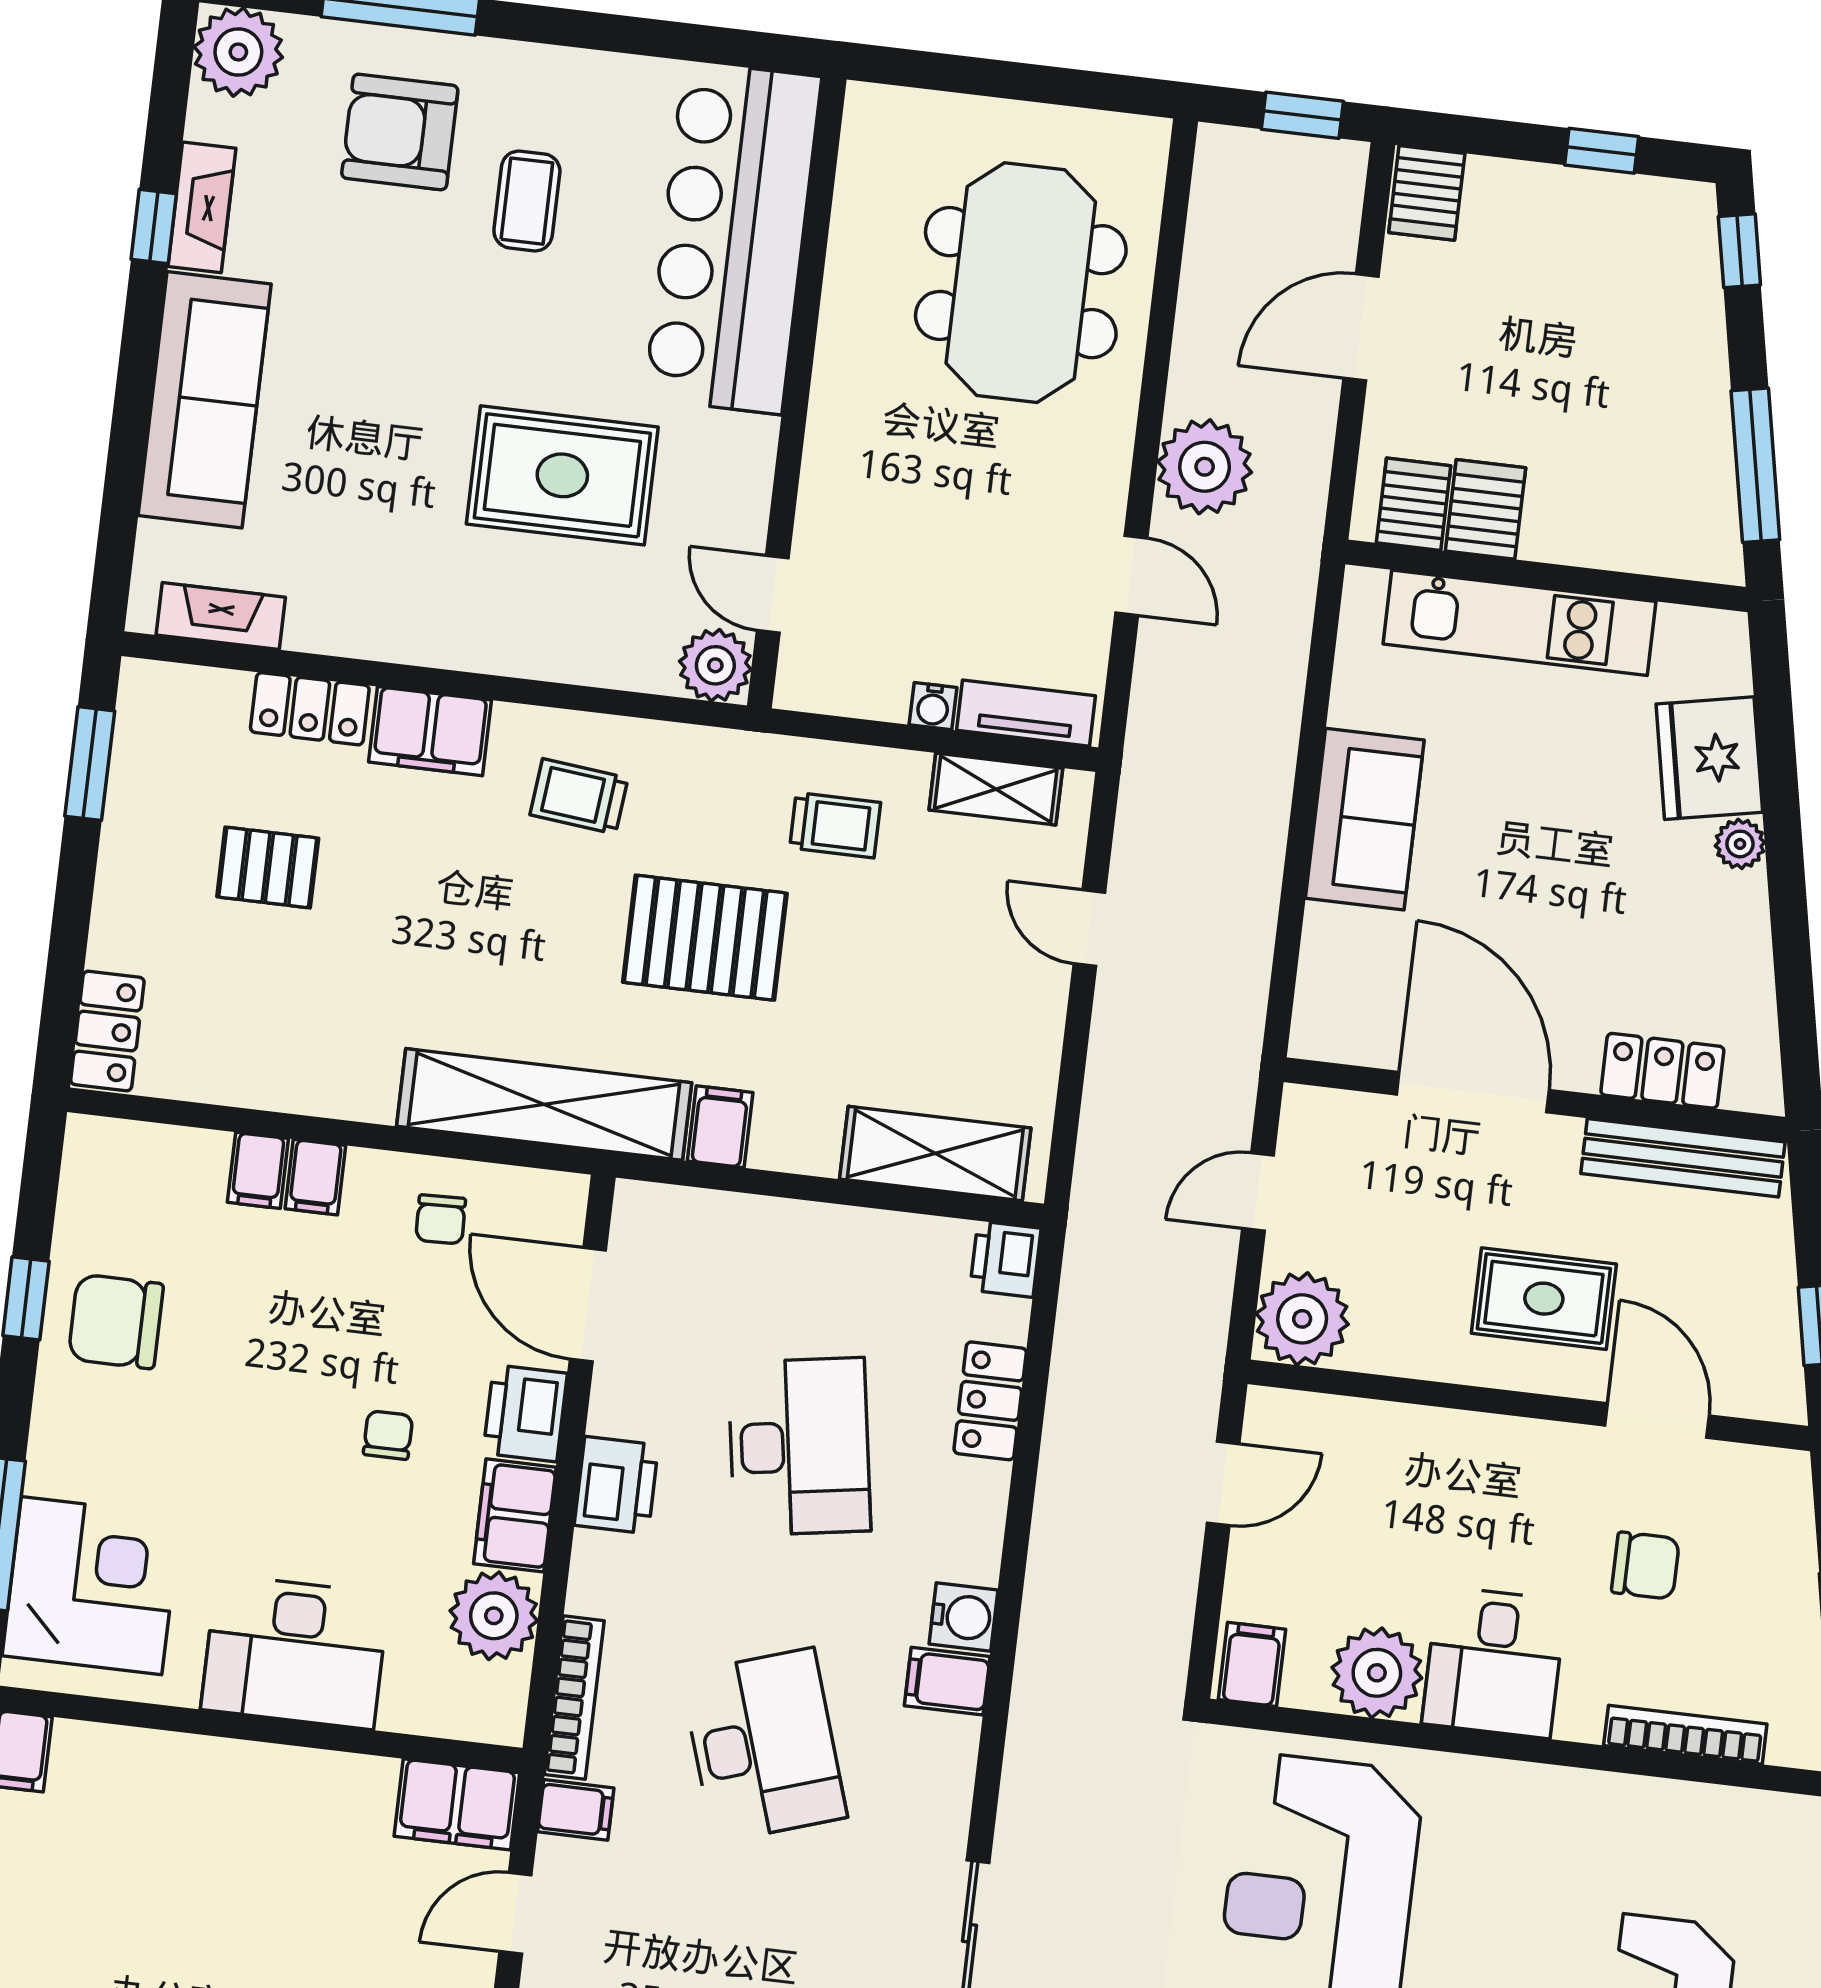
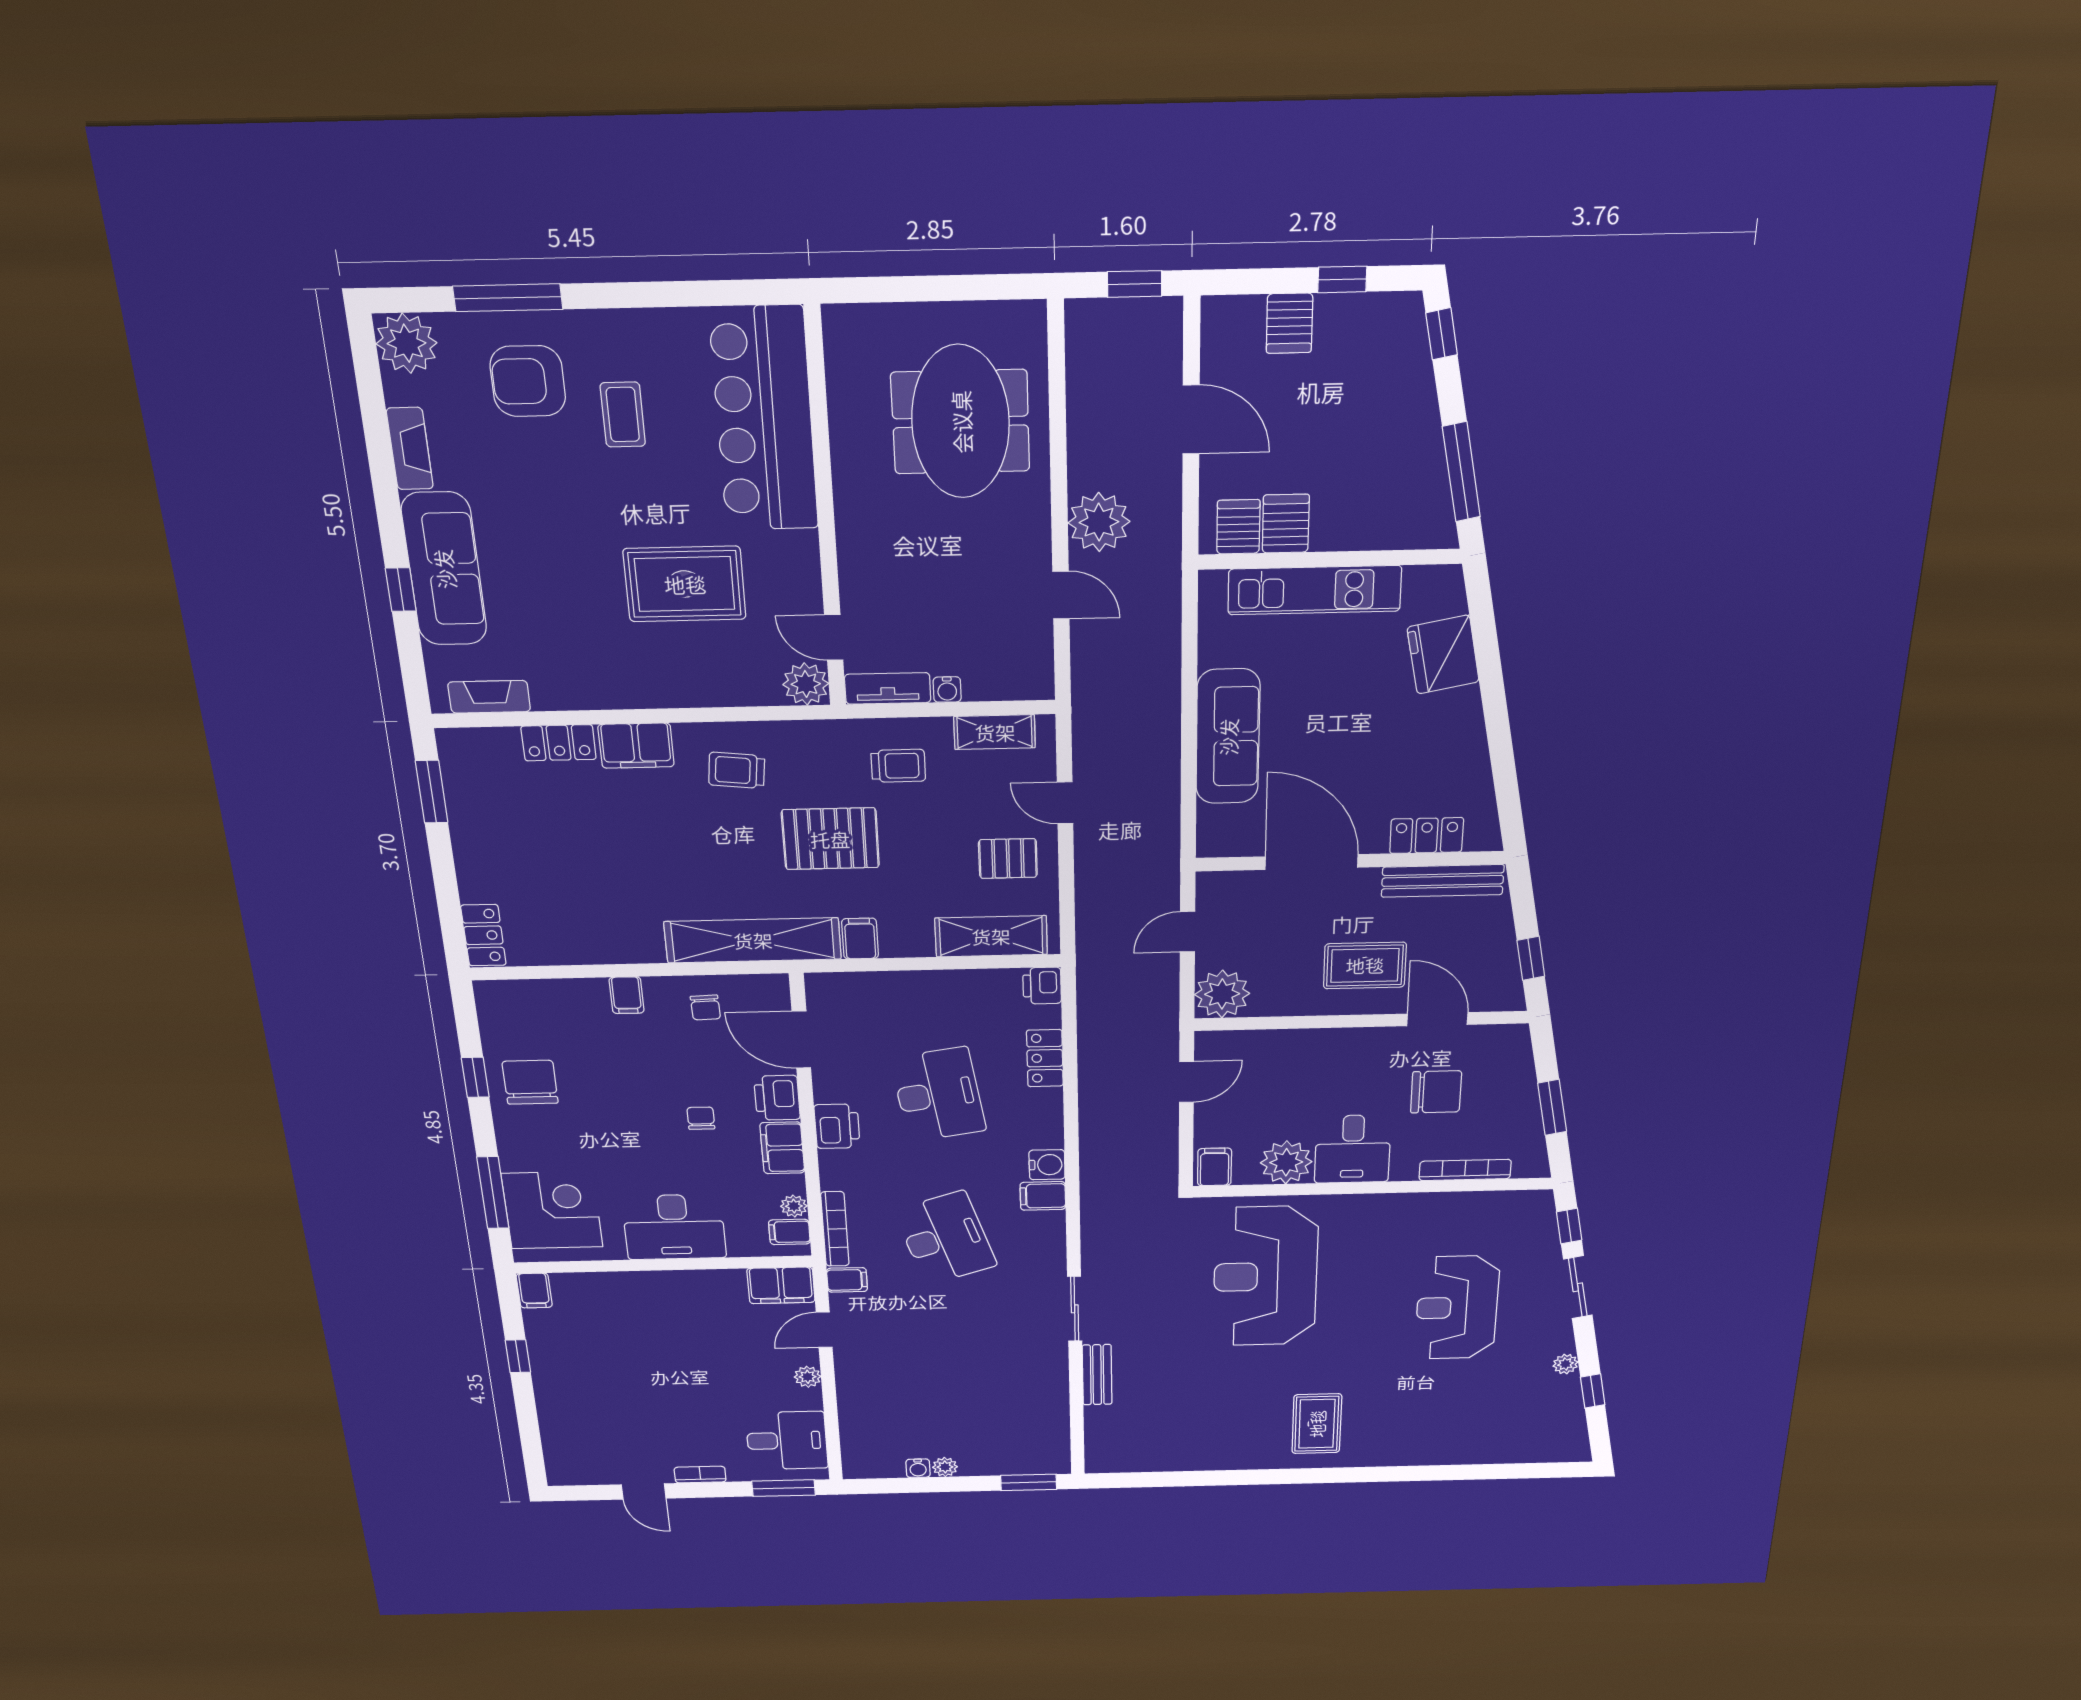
server rack: (1427, 193) -> (1289, 323), moved
window: (154, 226) -> (401, 590), moved
door: (1361, 327) -> (1191, 419), swing flipped
tv unit: (1026, 713) -> (888, 688), moved
sofa: (1365, 819) -> (1228, 737), width x1.36
plant: (1740, 844) -> (1466, 702), removed
pallet: (268, 867) -> (1008, 858), moved
filing cabinet: (258, 1170) -> (789, 1232), moved, turned 90
chair: (116, 1321) -> (530, 1082), turned 90
chair: (1645, 1566) -> (1436, 1092), width x1.37, depth x1.37
plant: (494, 1616) -> (794, 1206), width x0.53, depth x0.53

